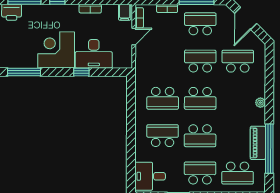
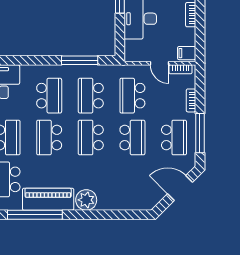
school desk: (238, 61) -> (132, 96), moved, turned 180
plant: (260, 103) -> (86, 200), width x1.87, depth x1.87
window: (131, 108) -> (80, 60), added
piano: (258, 143) -> (48, 199), width x1.37, depth x1.33

